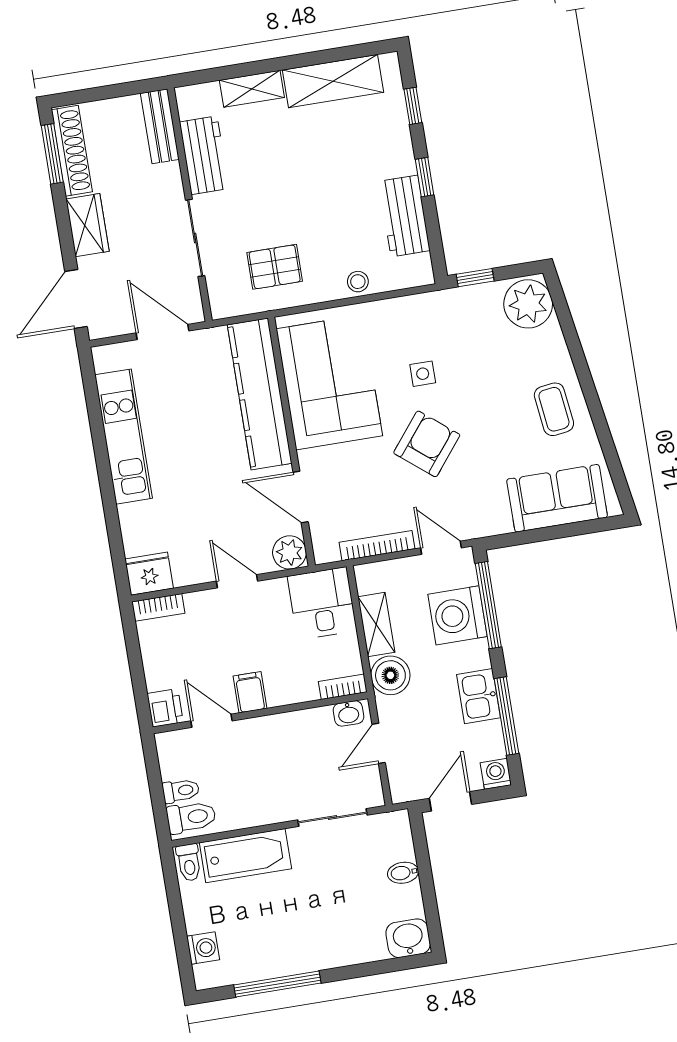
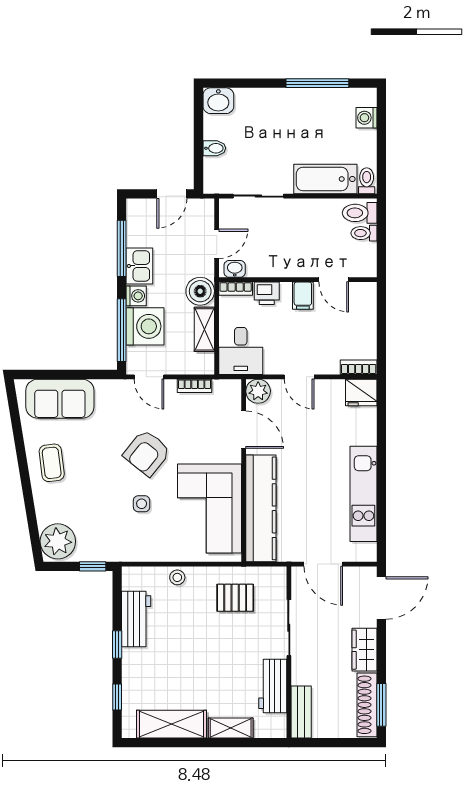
bookcase: (377, 546) -> (195, 386), width x0.64
printer: (165, 708) -> (267, 293), moved, turned -90
washing machine: (496, 774) -> (136, 296), moved, turned -90

